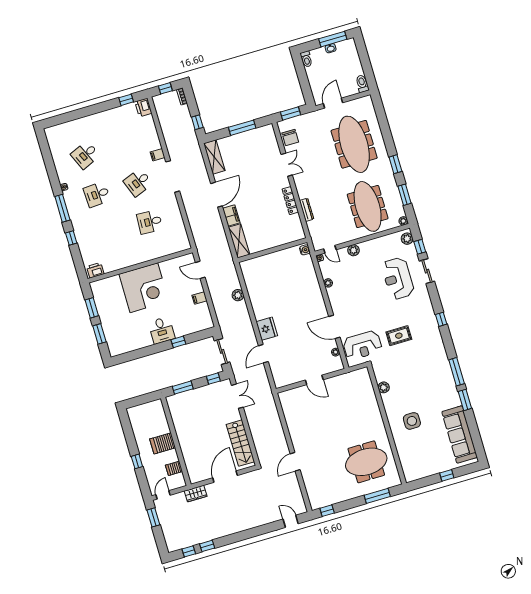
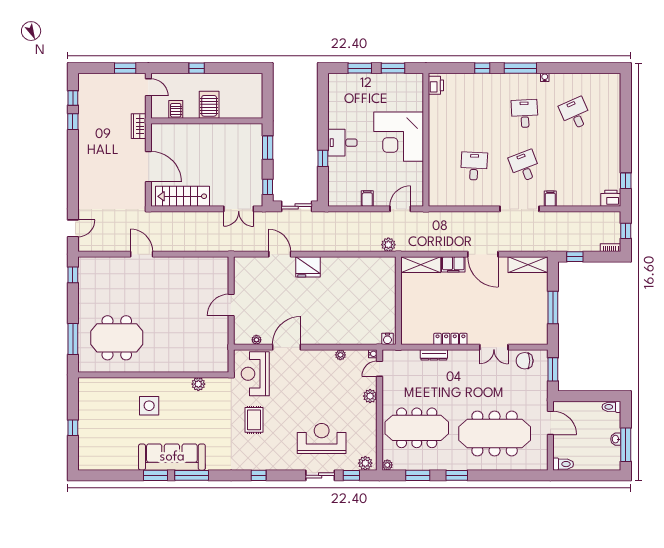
plant: (238, 295) -> (388, 245), moved
sofa: (460, 435) -> (172, 457), moved
meeting table: (366, 462) -> (117, 338), turned 90

